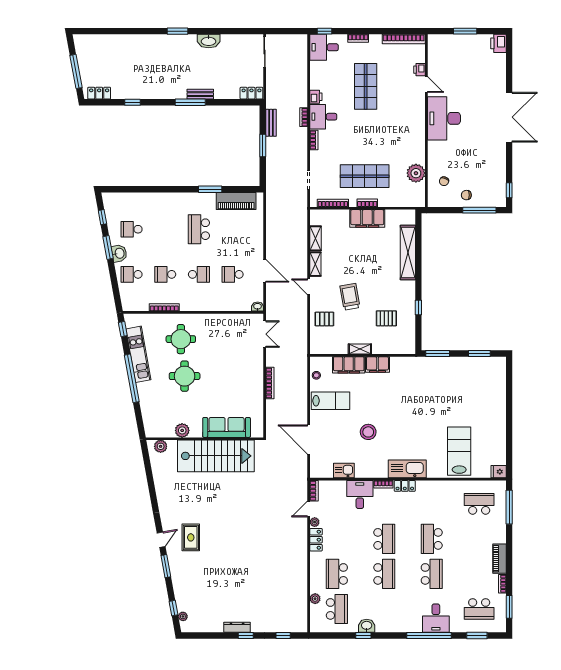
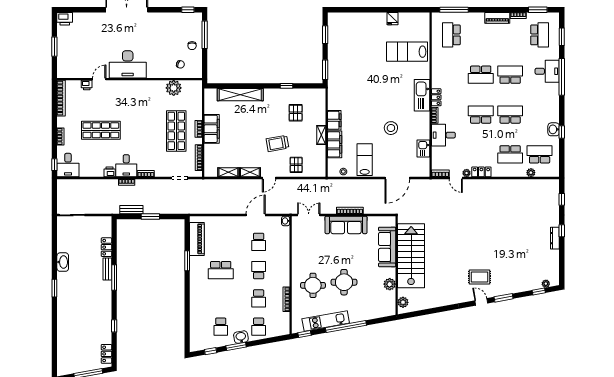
locker: (251, 93) -> (106, 247), moved
sofa: (253, 378) -> (346, 225), added
fridge: (499, 472) -> (392, 19), moved

